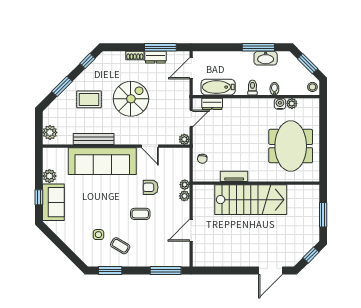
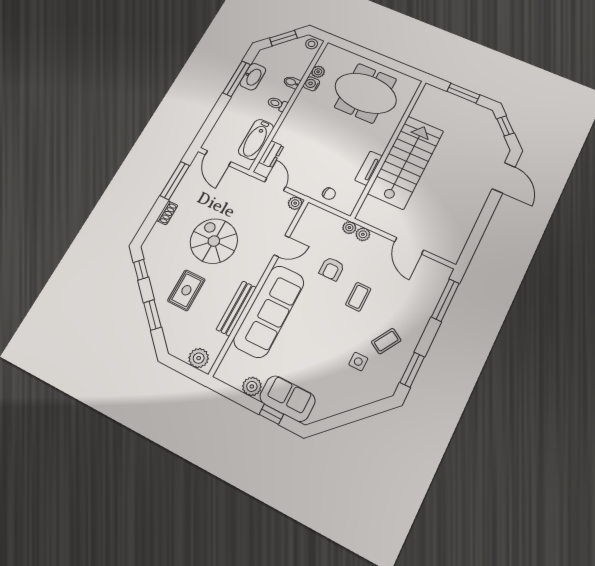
dresser: (155, 57) -> (183, 191), removed

